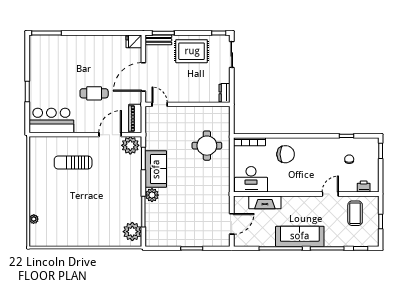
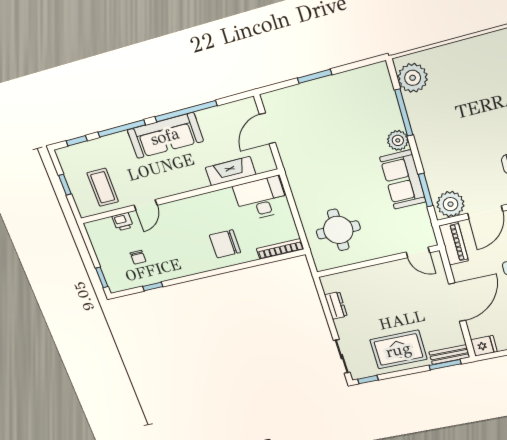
door: (160, 104) -> (418, 252), moved
wall: (188, 104) -> (378, 261), moved
printer: (364, 186) -> (123, 222), moved

